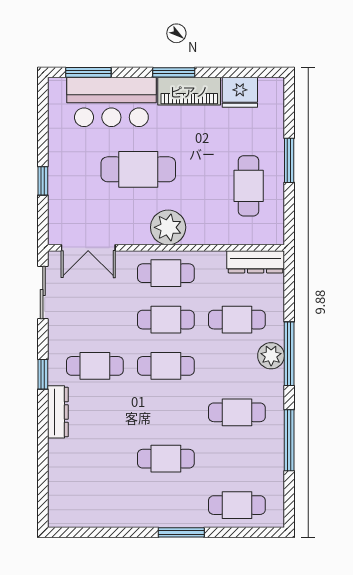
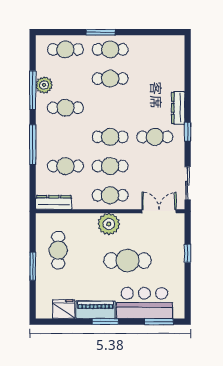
plant: (271, 356) -> (44, 85), moved
cafe table: (166, 505) -> (110, 49), added

